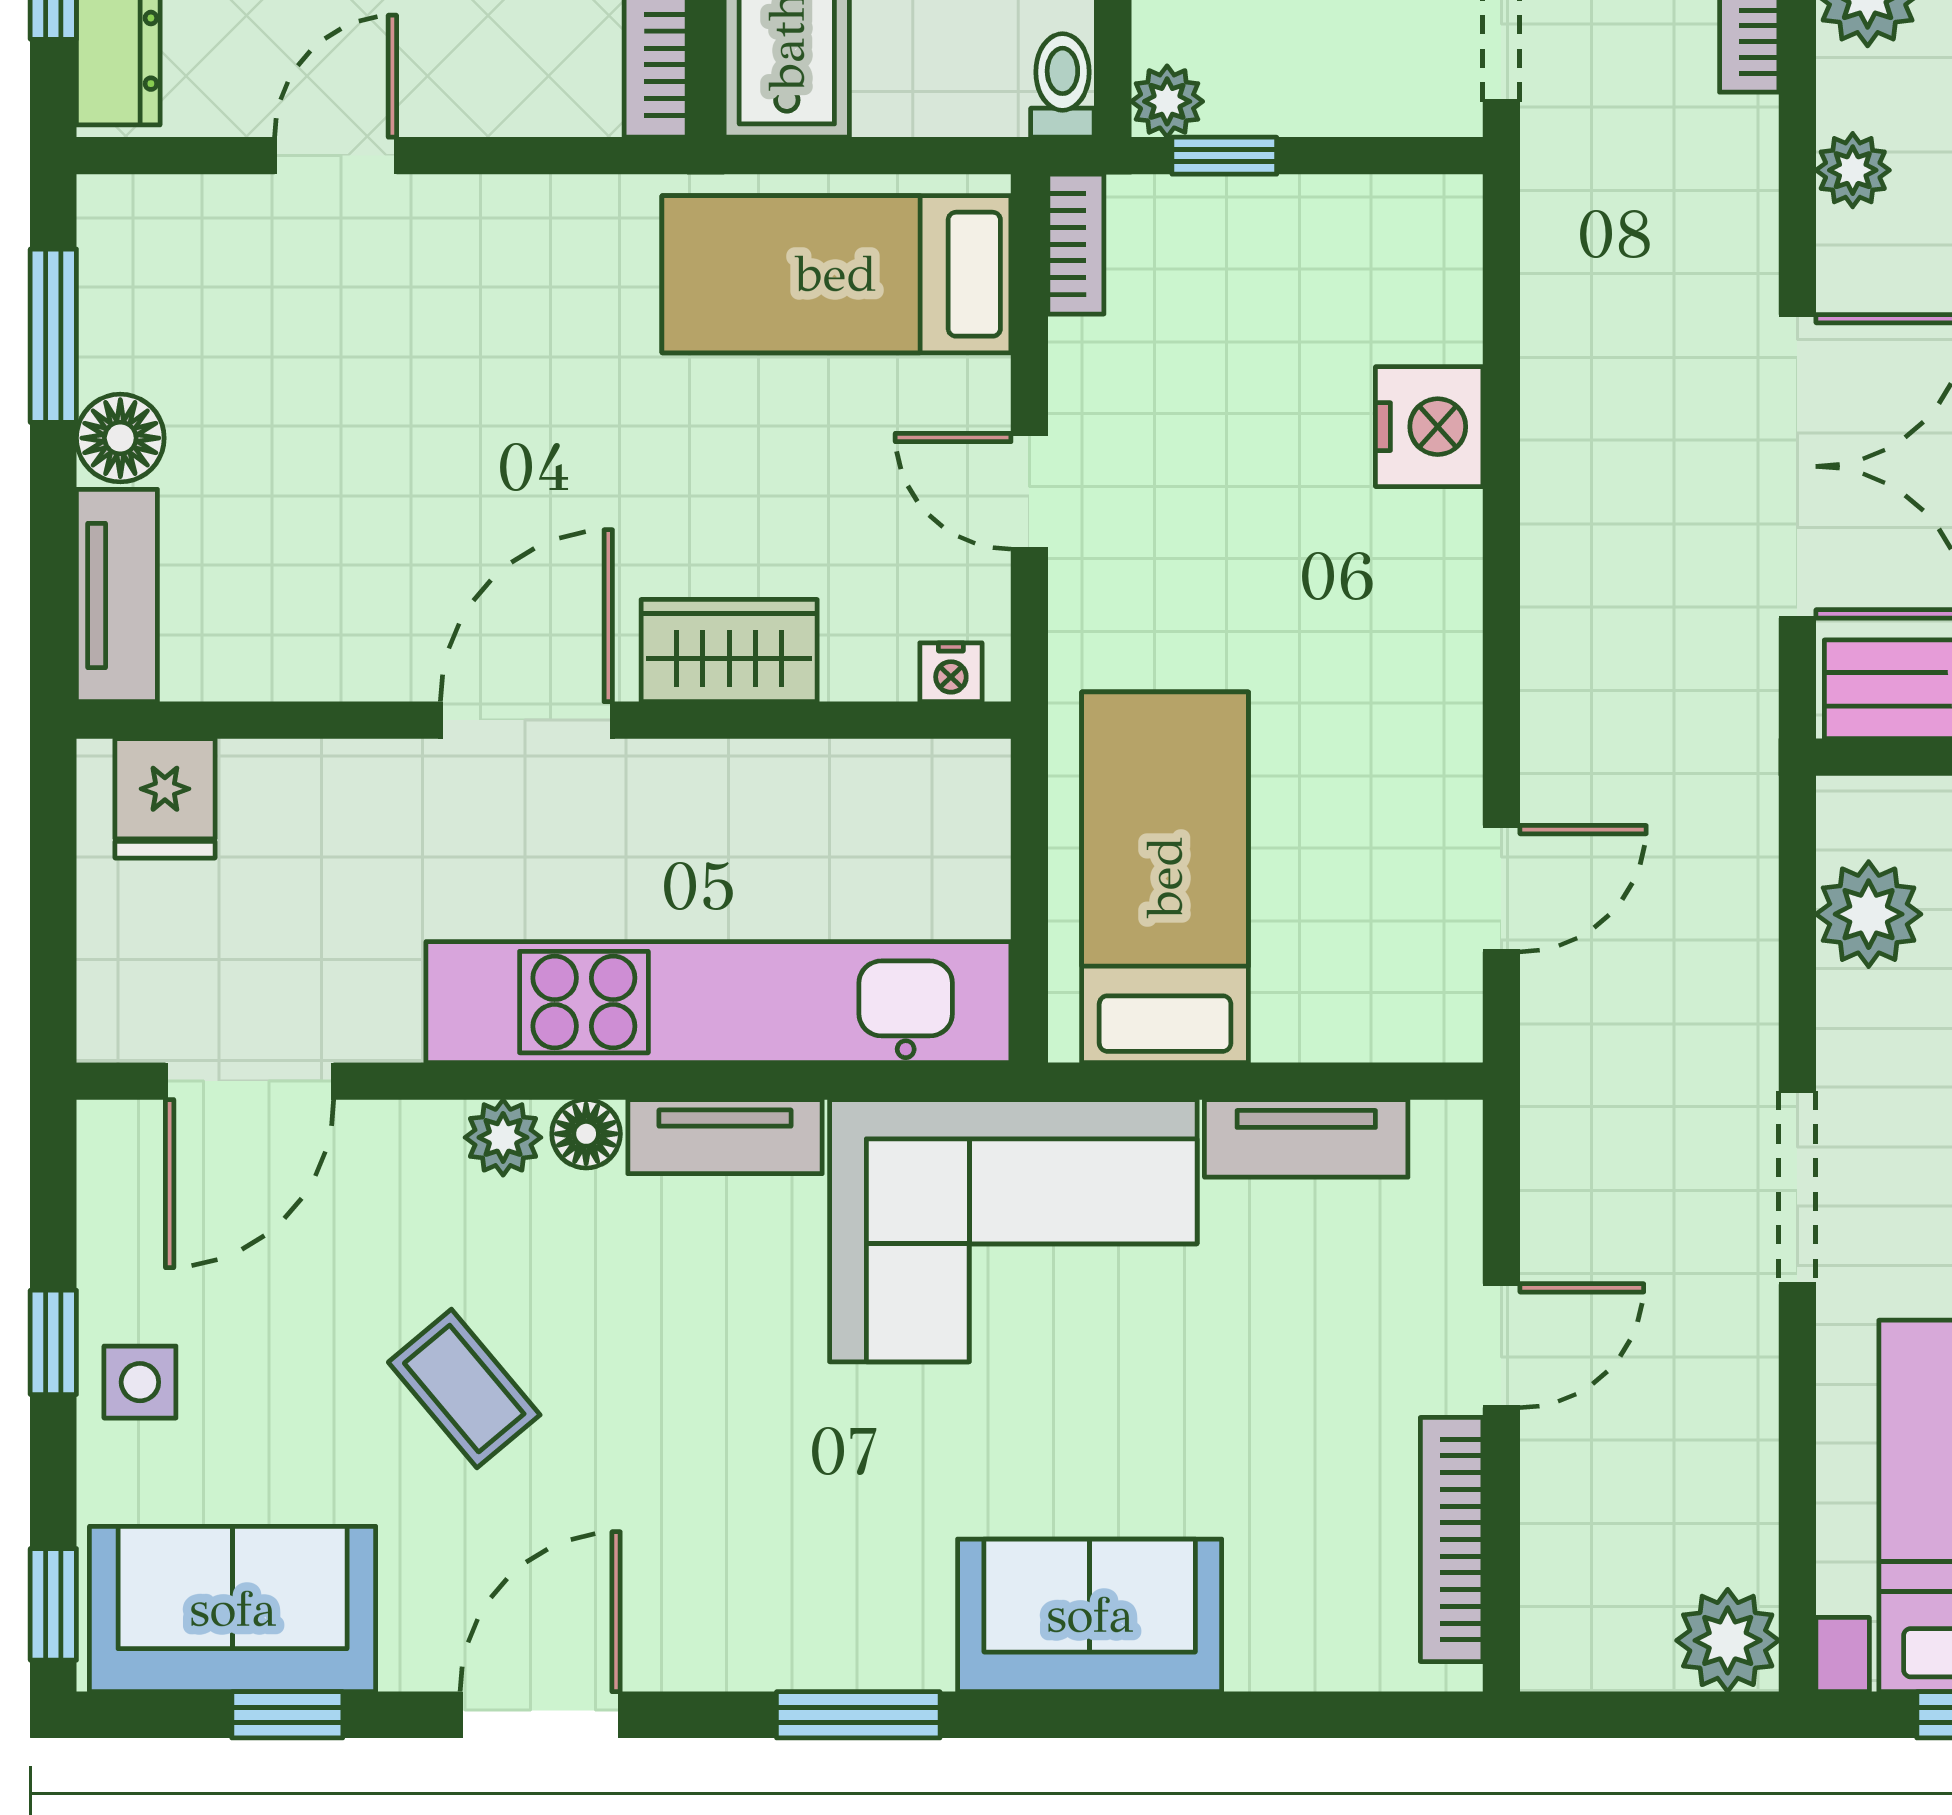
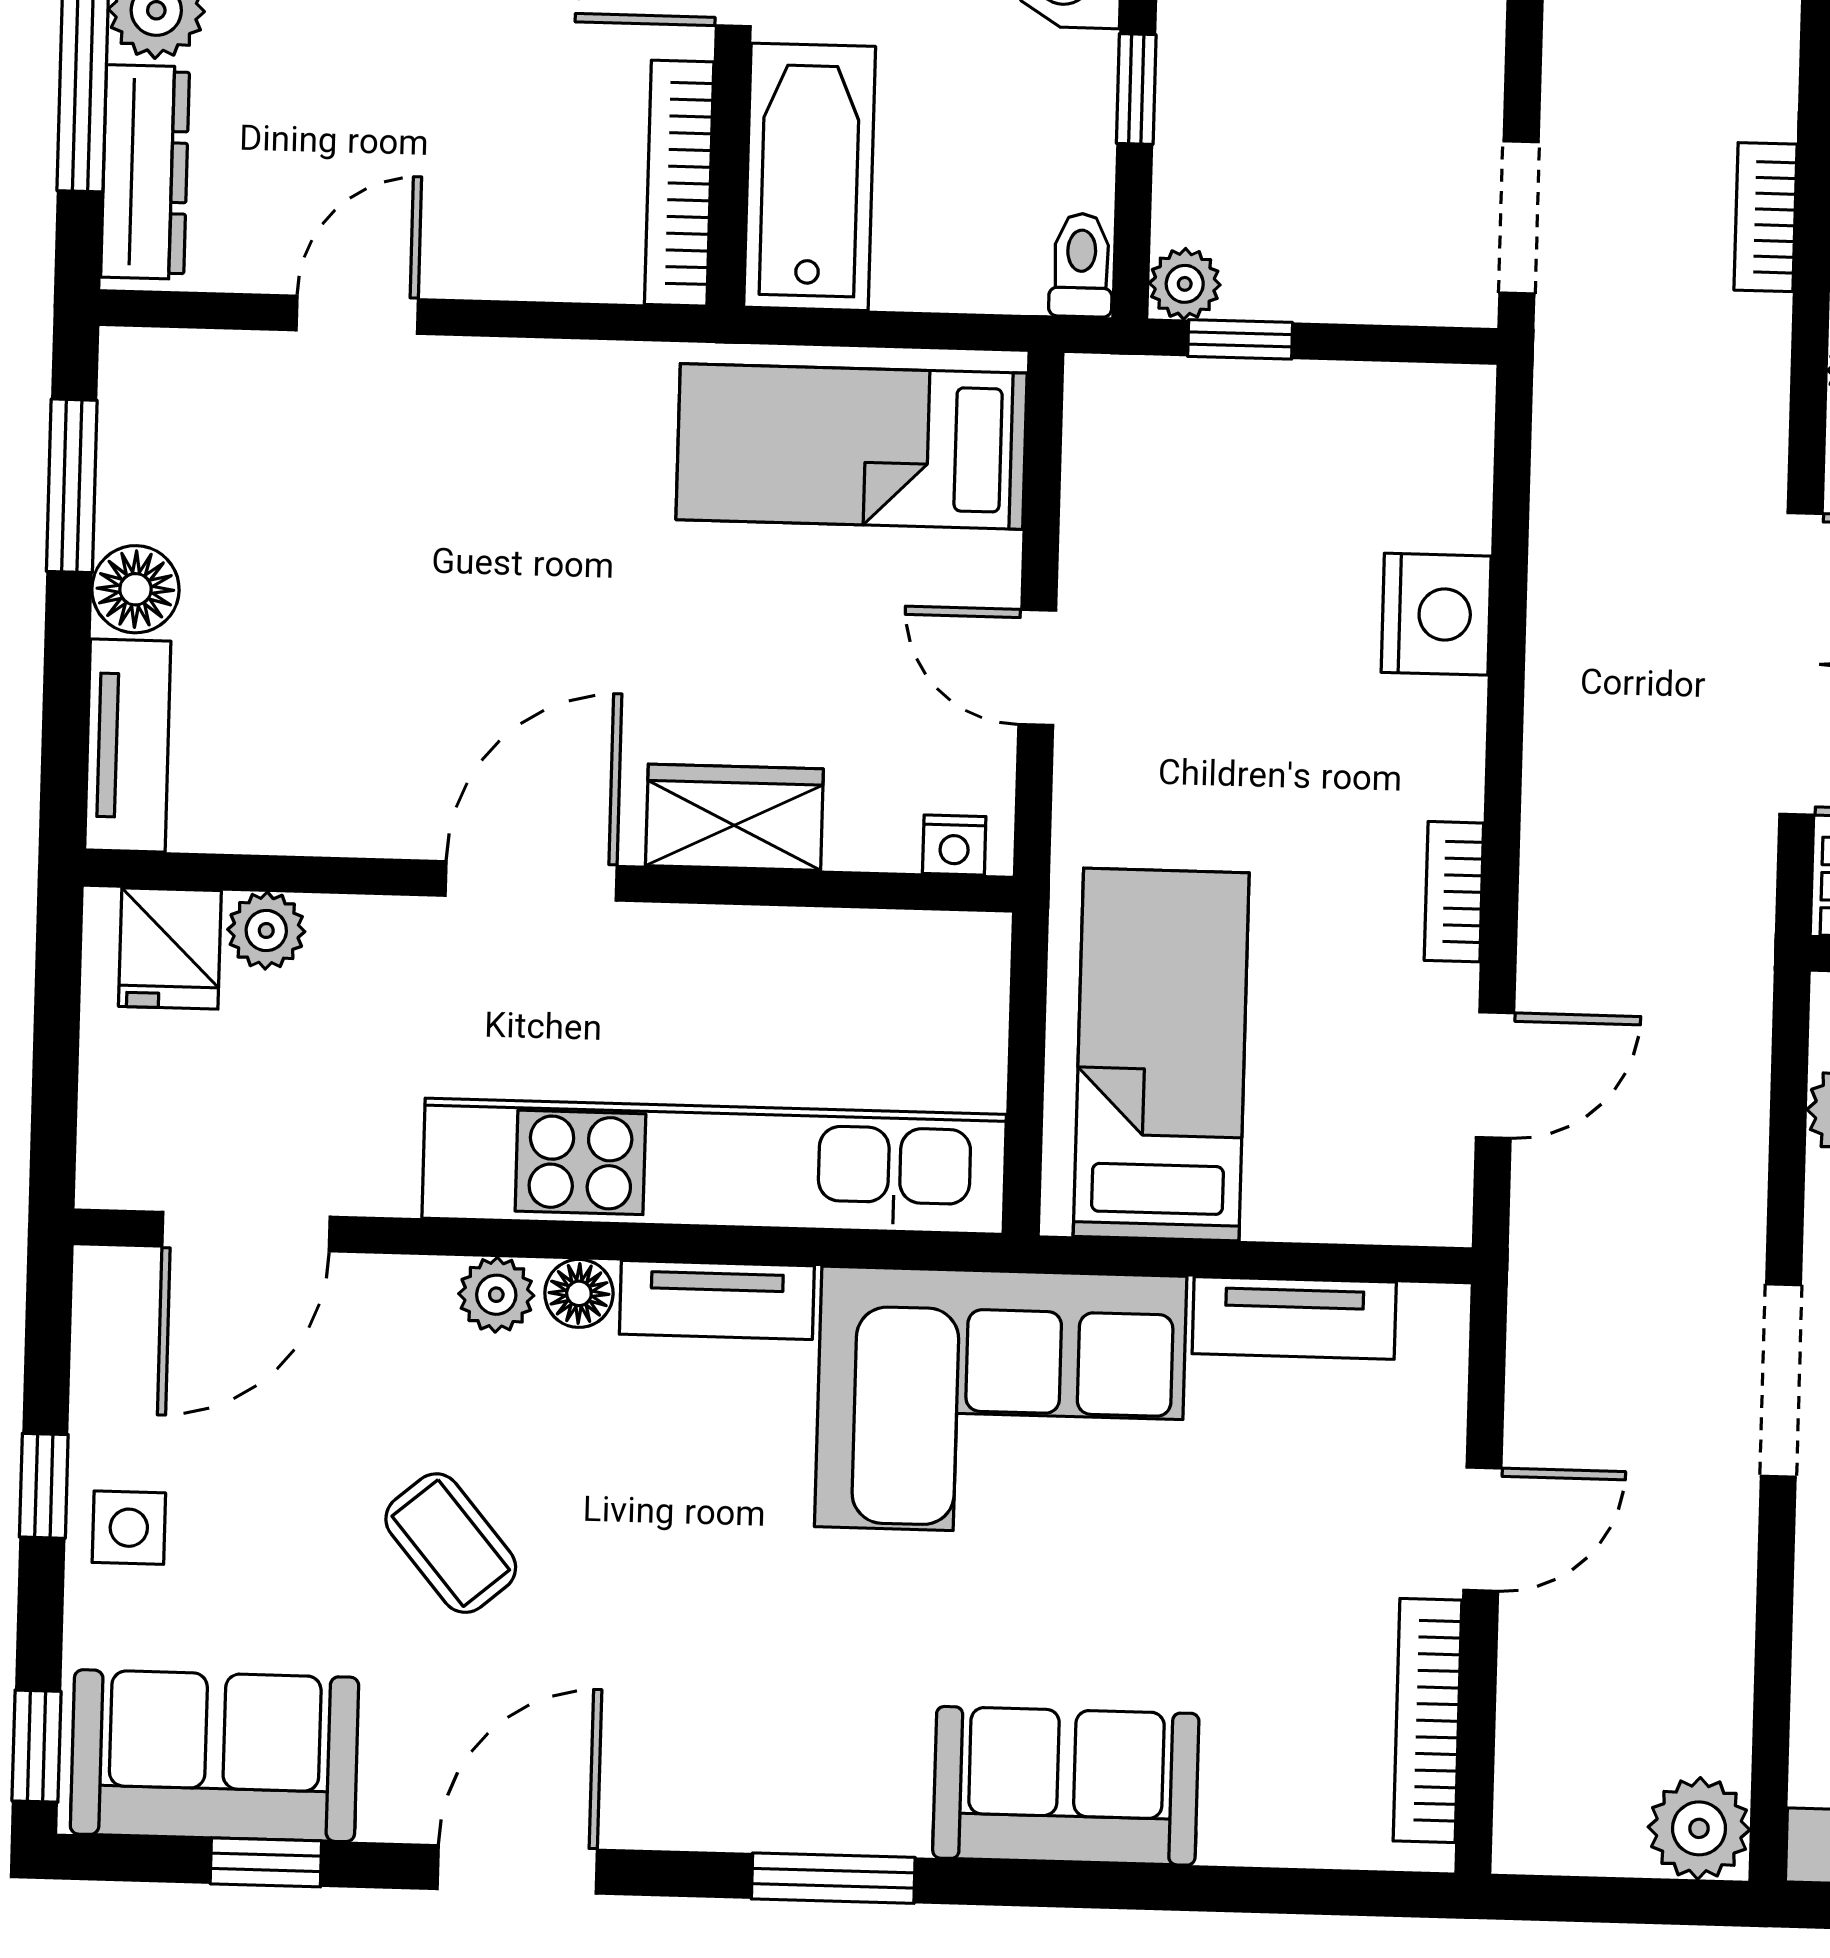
bookcase: (1076, 244) -> (1454, 892), moved, turned 180
plant: (261, 778) -> (266, 931), added

